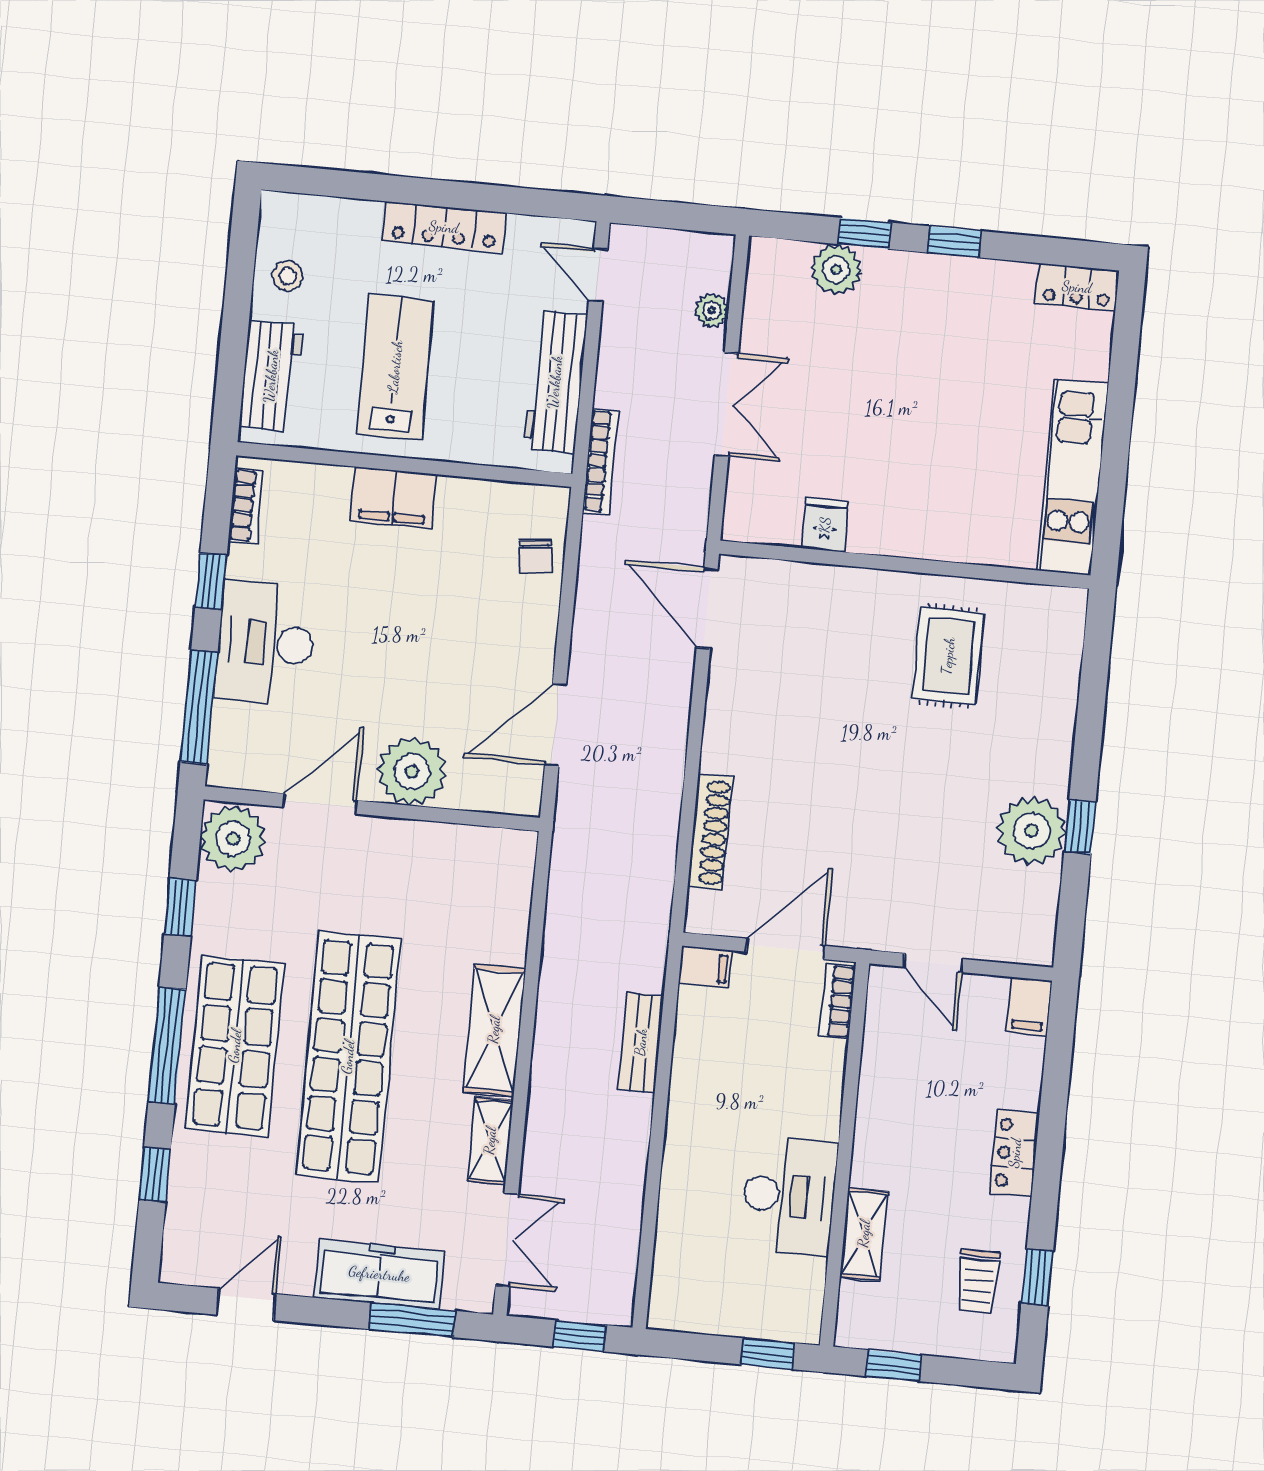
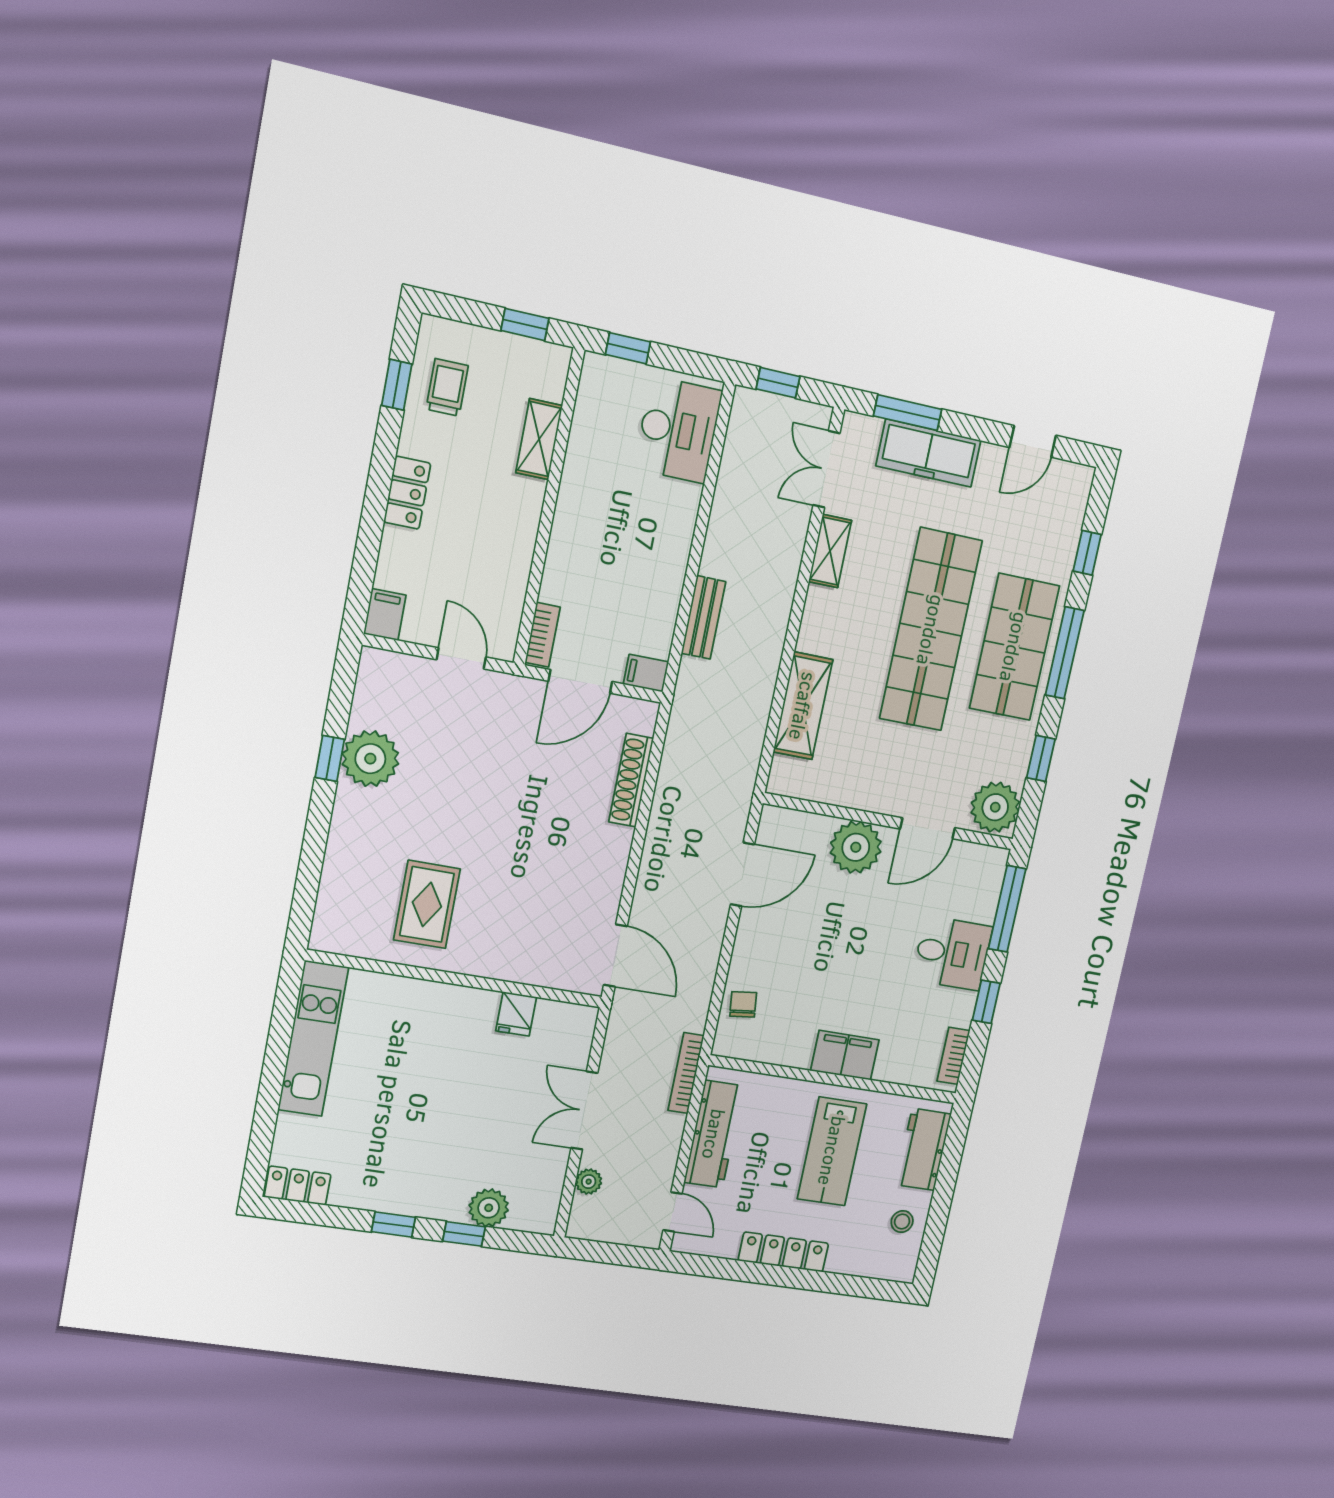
desk: (266, 643) -> (952, 953), width x0.73
shelving: (494, 1030) -> (803, 706), moved
desk: (789, 1196) -> (678, 430), moved, turned 180

